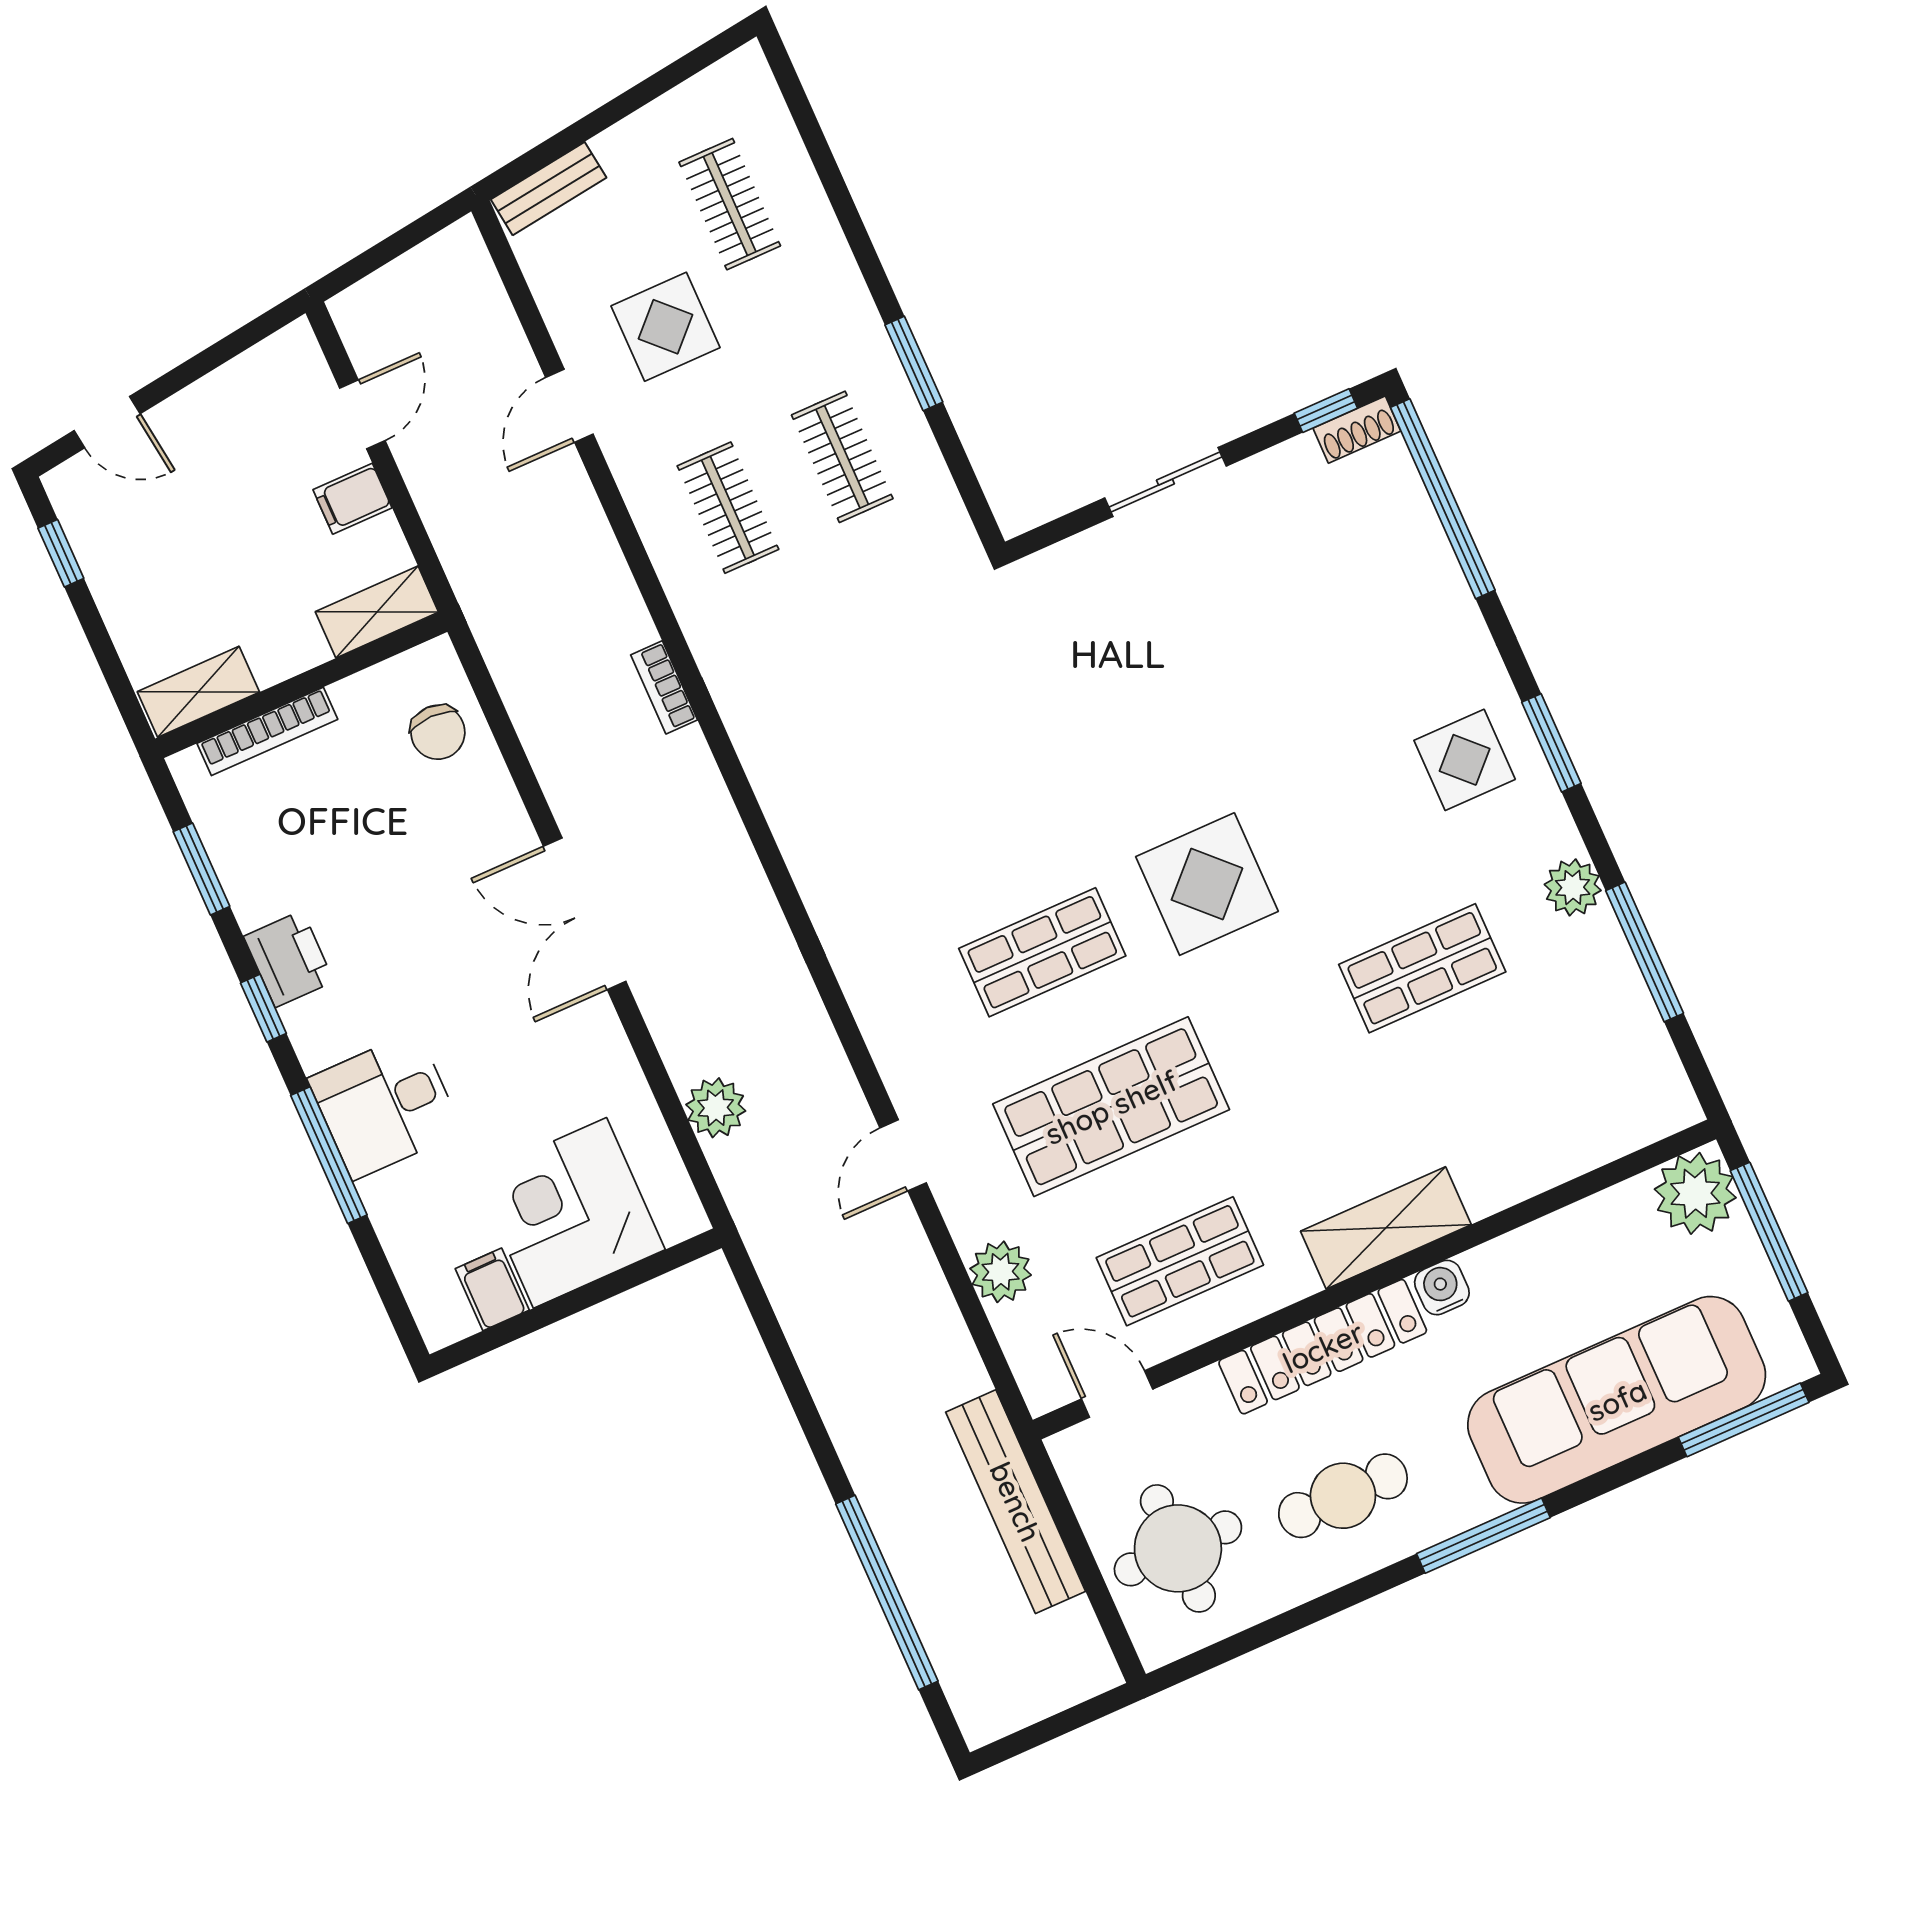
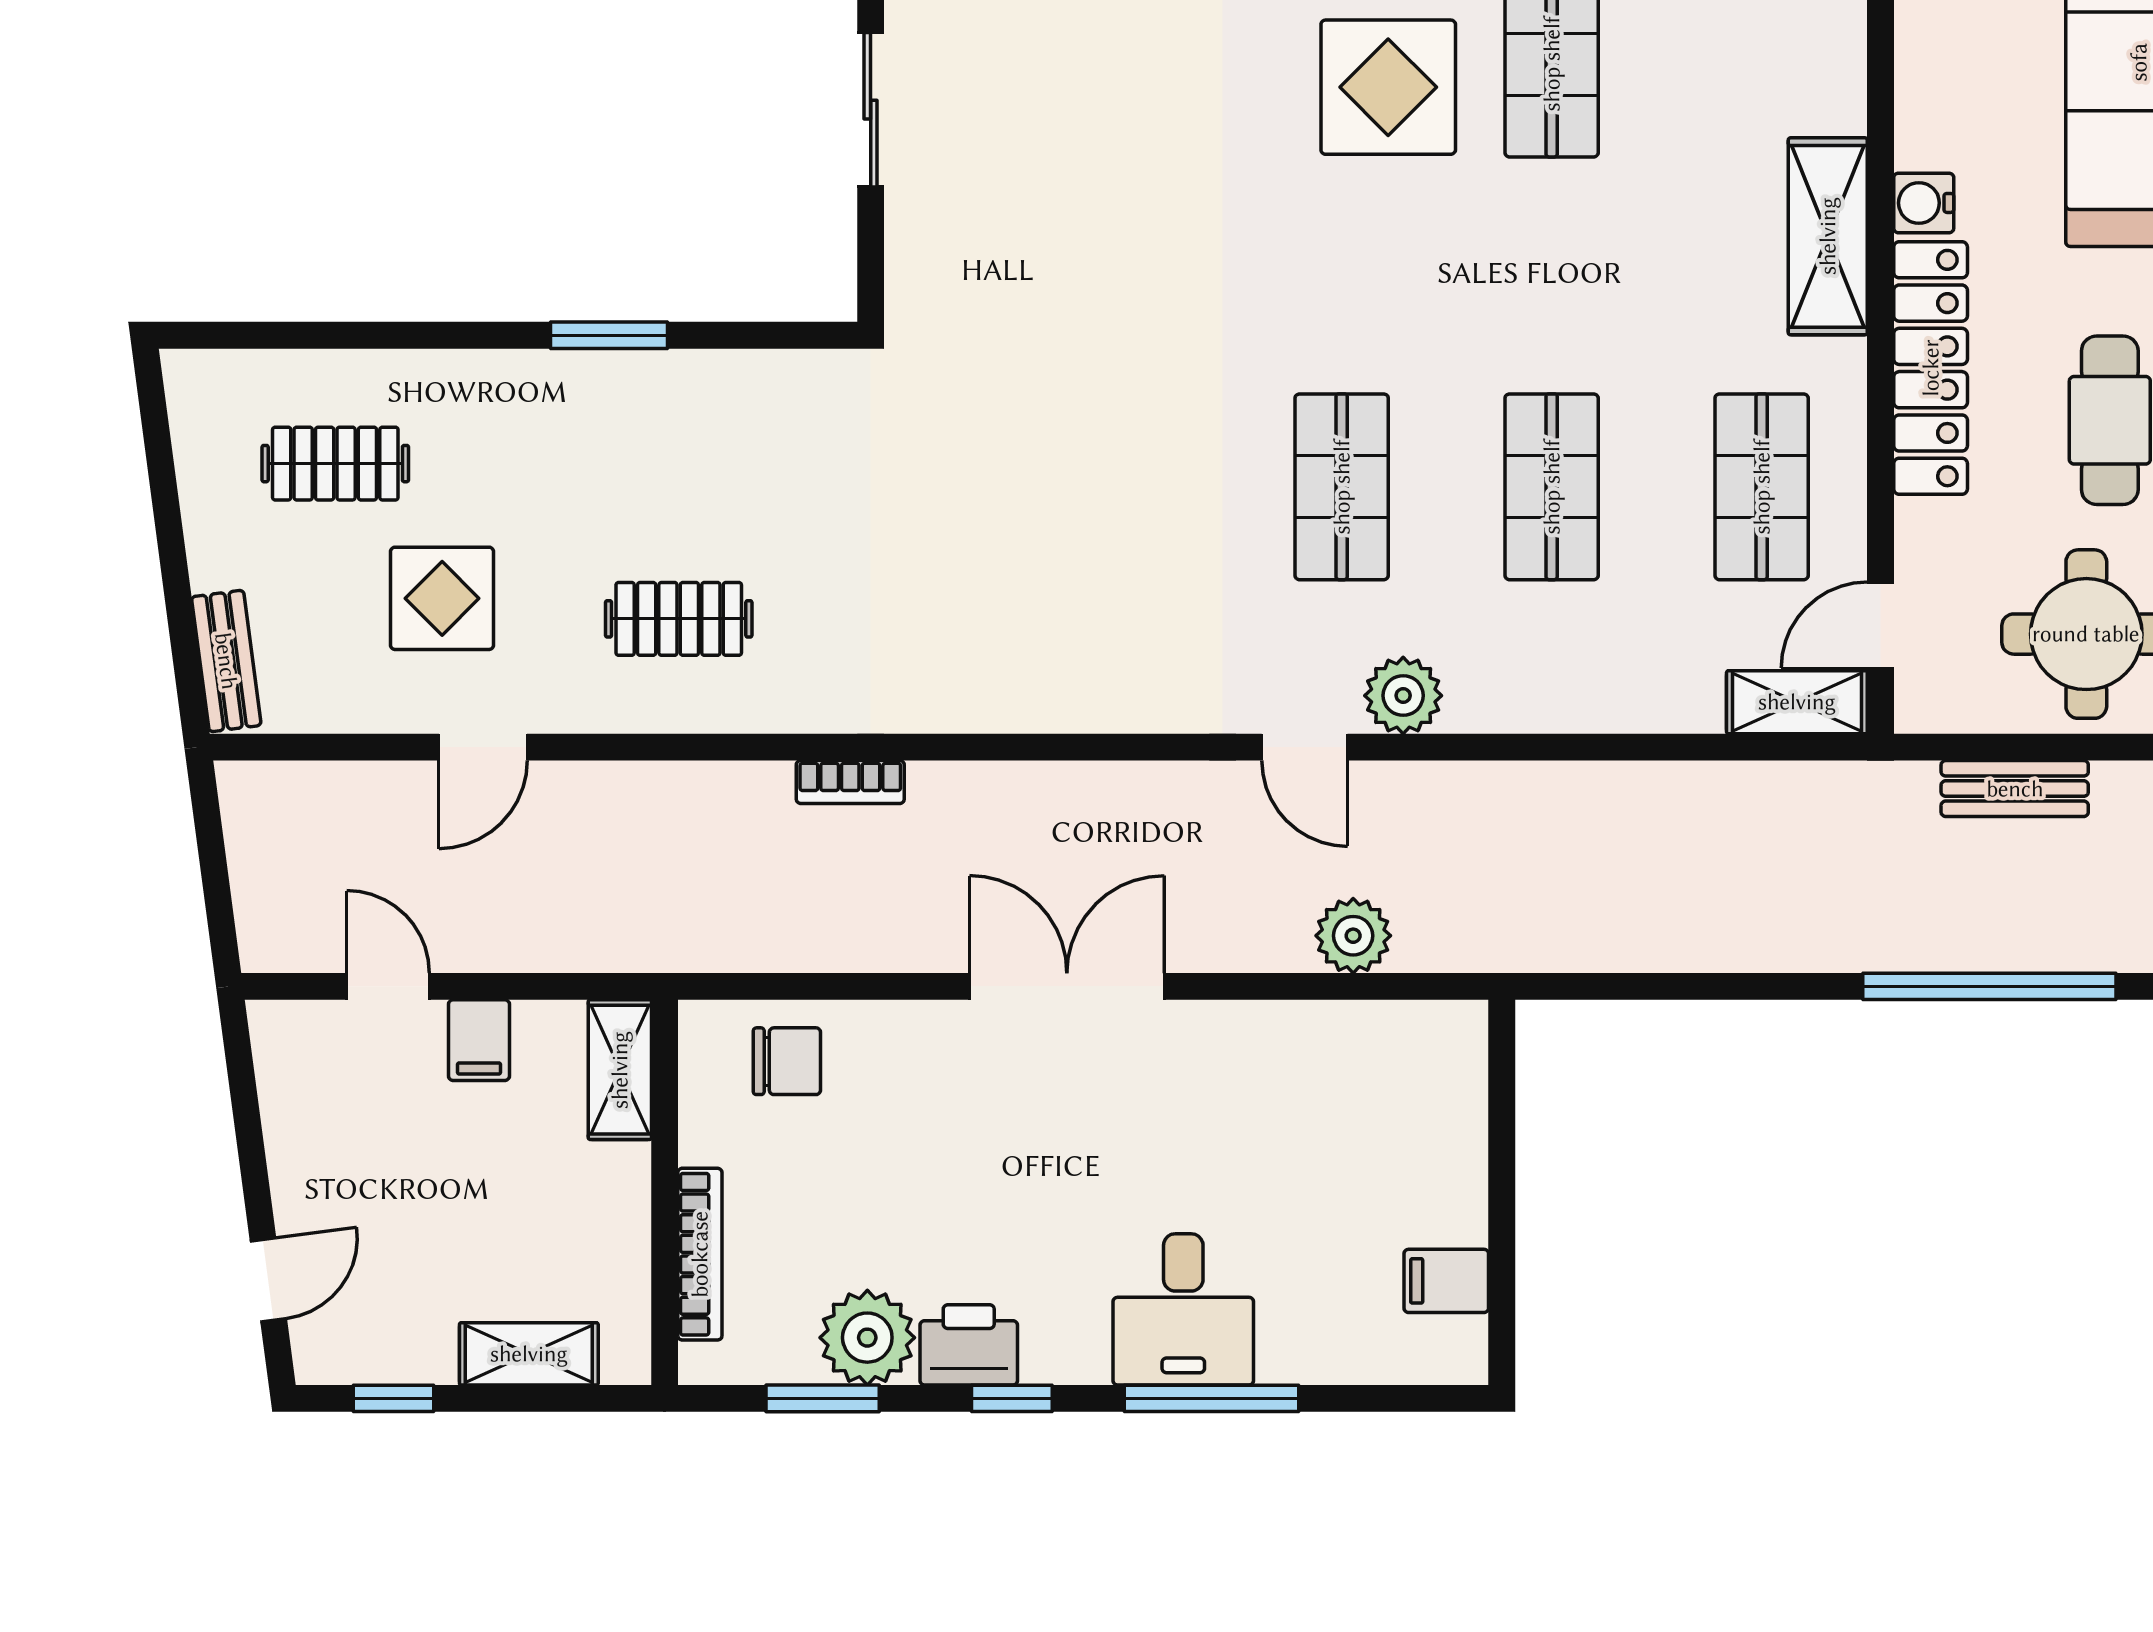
door: (569, 406) -> (483, 747), hinge flipped
clothes rail: (842, 457) -> (679, 464), removed
shelving: (198, 692) -> (529, 1354), moved, turned 90
plant: (261, 882) -> (867, 1338), added
display table: (1207, 884) -> (1388, 87), moved
double door: (585, 914) -> (1067, 986), swing flipped
shop shelf: (1111, 1107) -> (1552, 487), width x0.70, depth x0.74
door: (903, 1155) -> (1305, 747), moved
corner desk: (570, 1213) -> (1399, 1154), removed
plant: (1001, 1272) -> (1403, 696), moved
shelving: (1033, 1358) -> (1797, 702), added
bench: (1016, 1502) -> (2015, 789), width x0.54, depth x0.82

